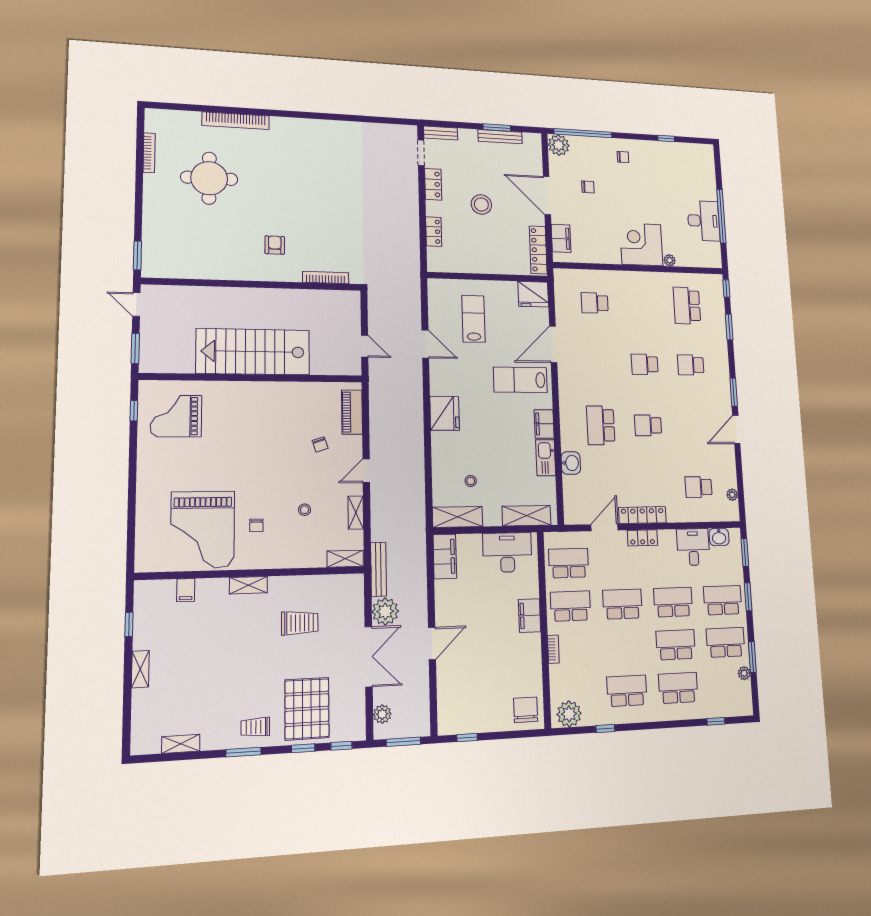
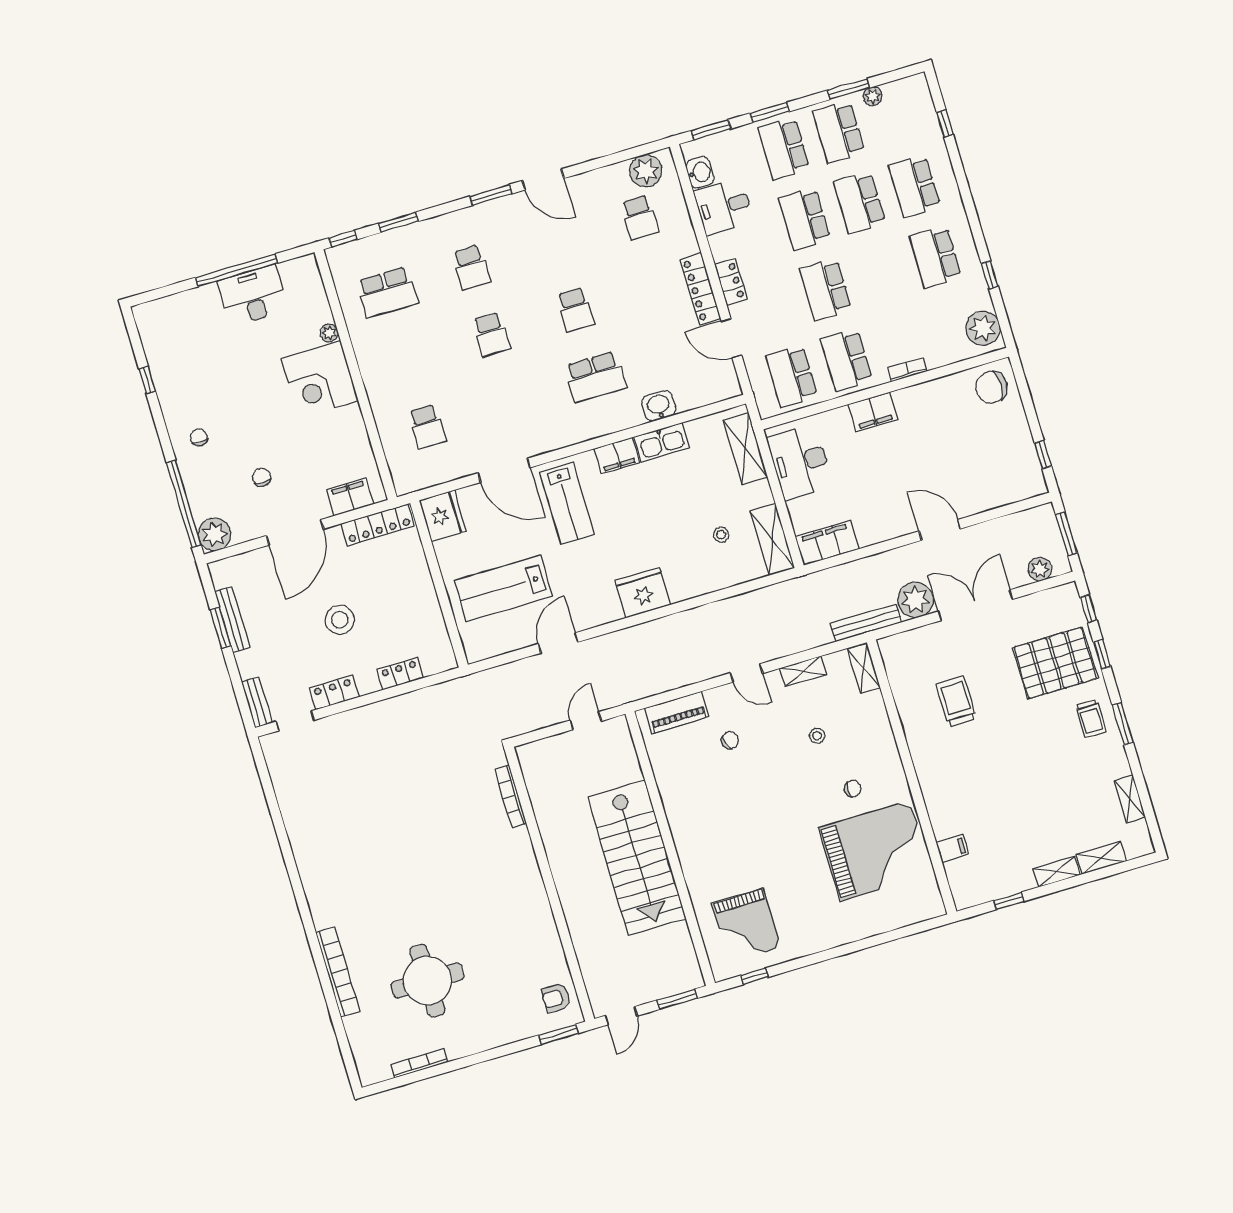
armchair: (275, 245) -> (556, 998), moved
lab bench: (473, 319) -> (503, 588), width x1.36, depth x1.39
plant: (732, 495) -> (646, 171), width x1.87, depth x1.87
shelving: (248, 585) -> (1101, 858), moved, turned 90

